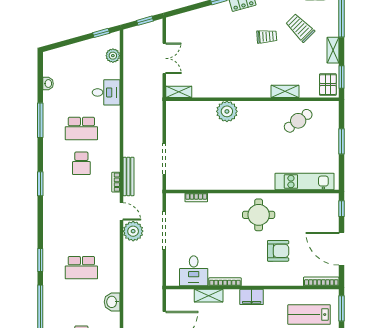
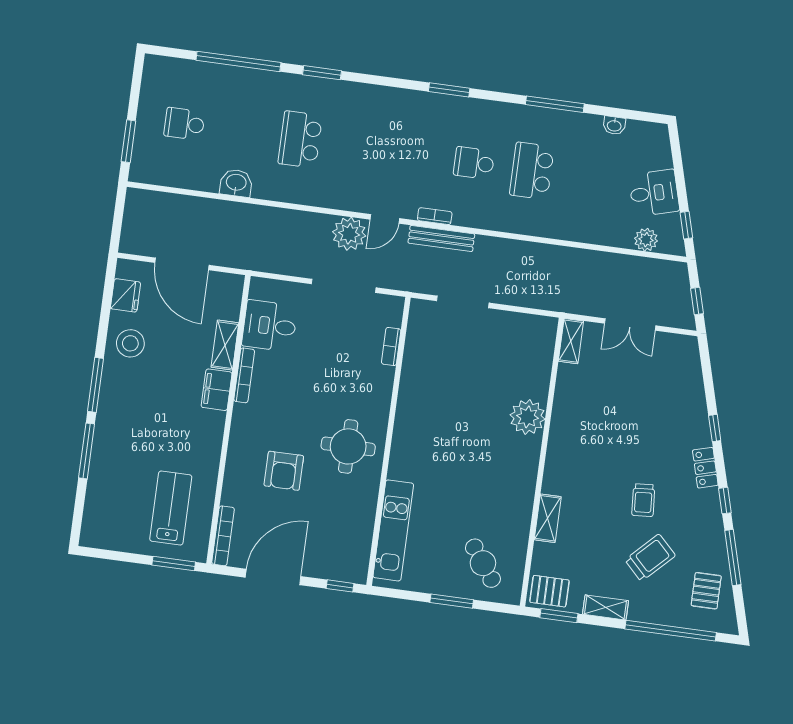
desk: (106, 92) -> (654, 193), moved, turned -106
cafe table: (298, 121) -> (483, 563), moved
filing cabinet: (252, 297) -> (217, 390), moved

